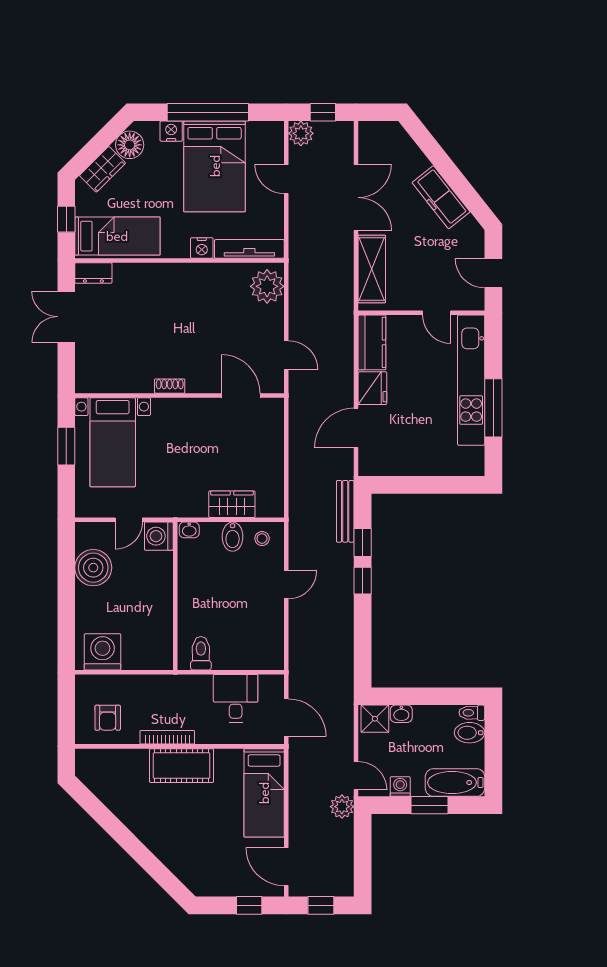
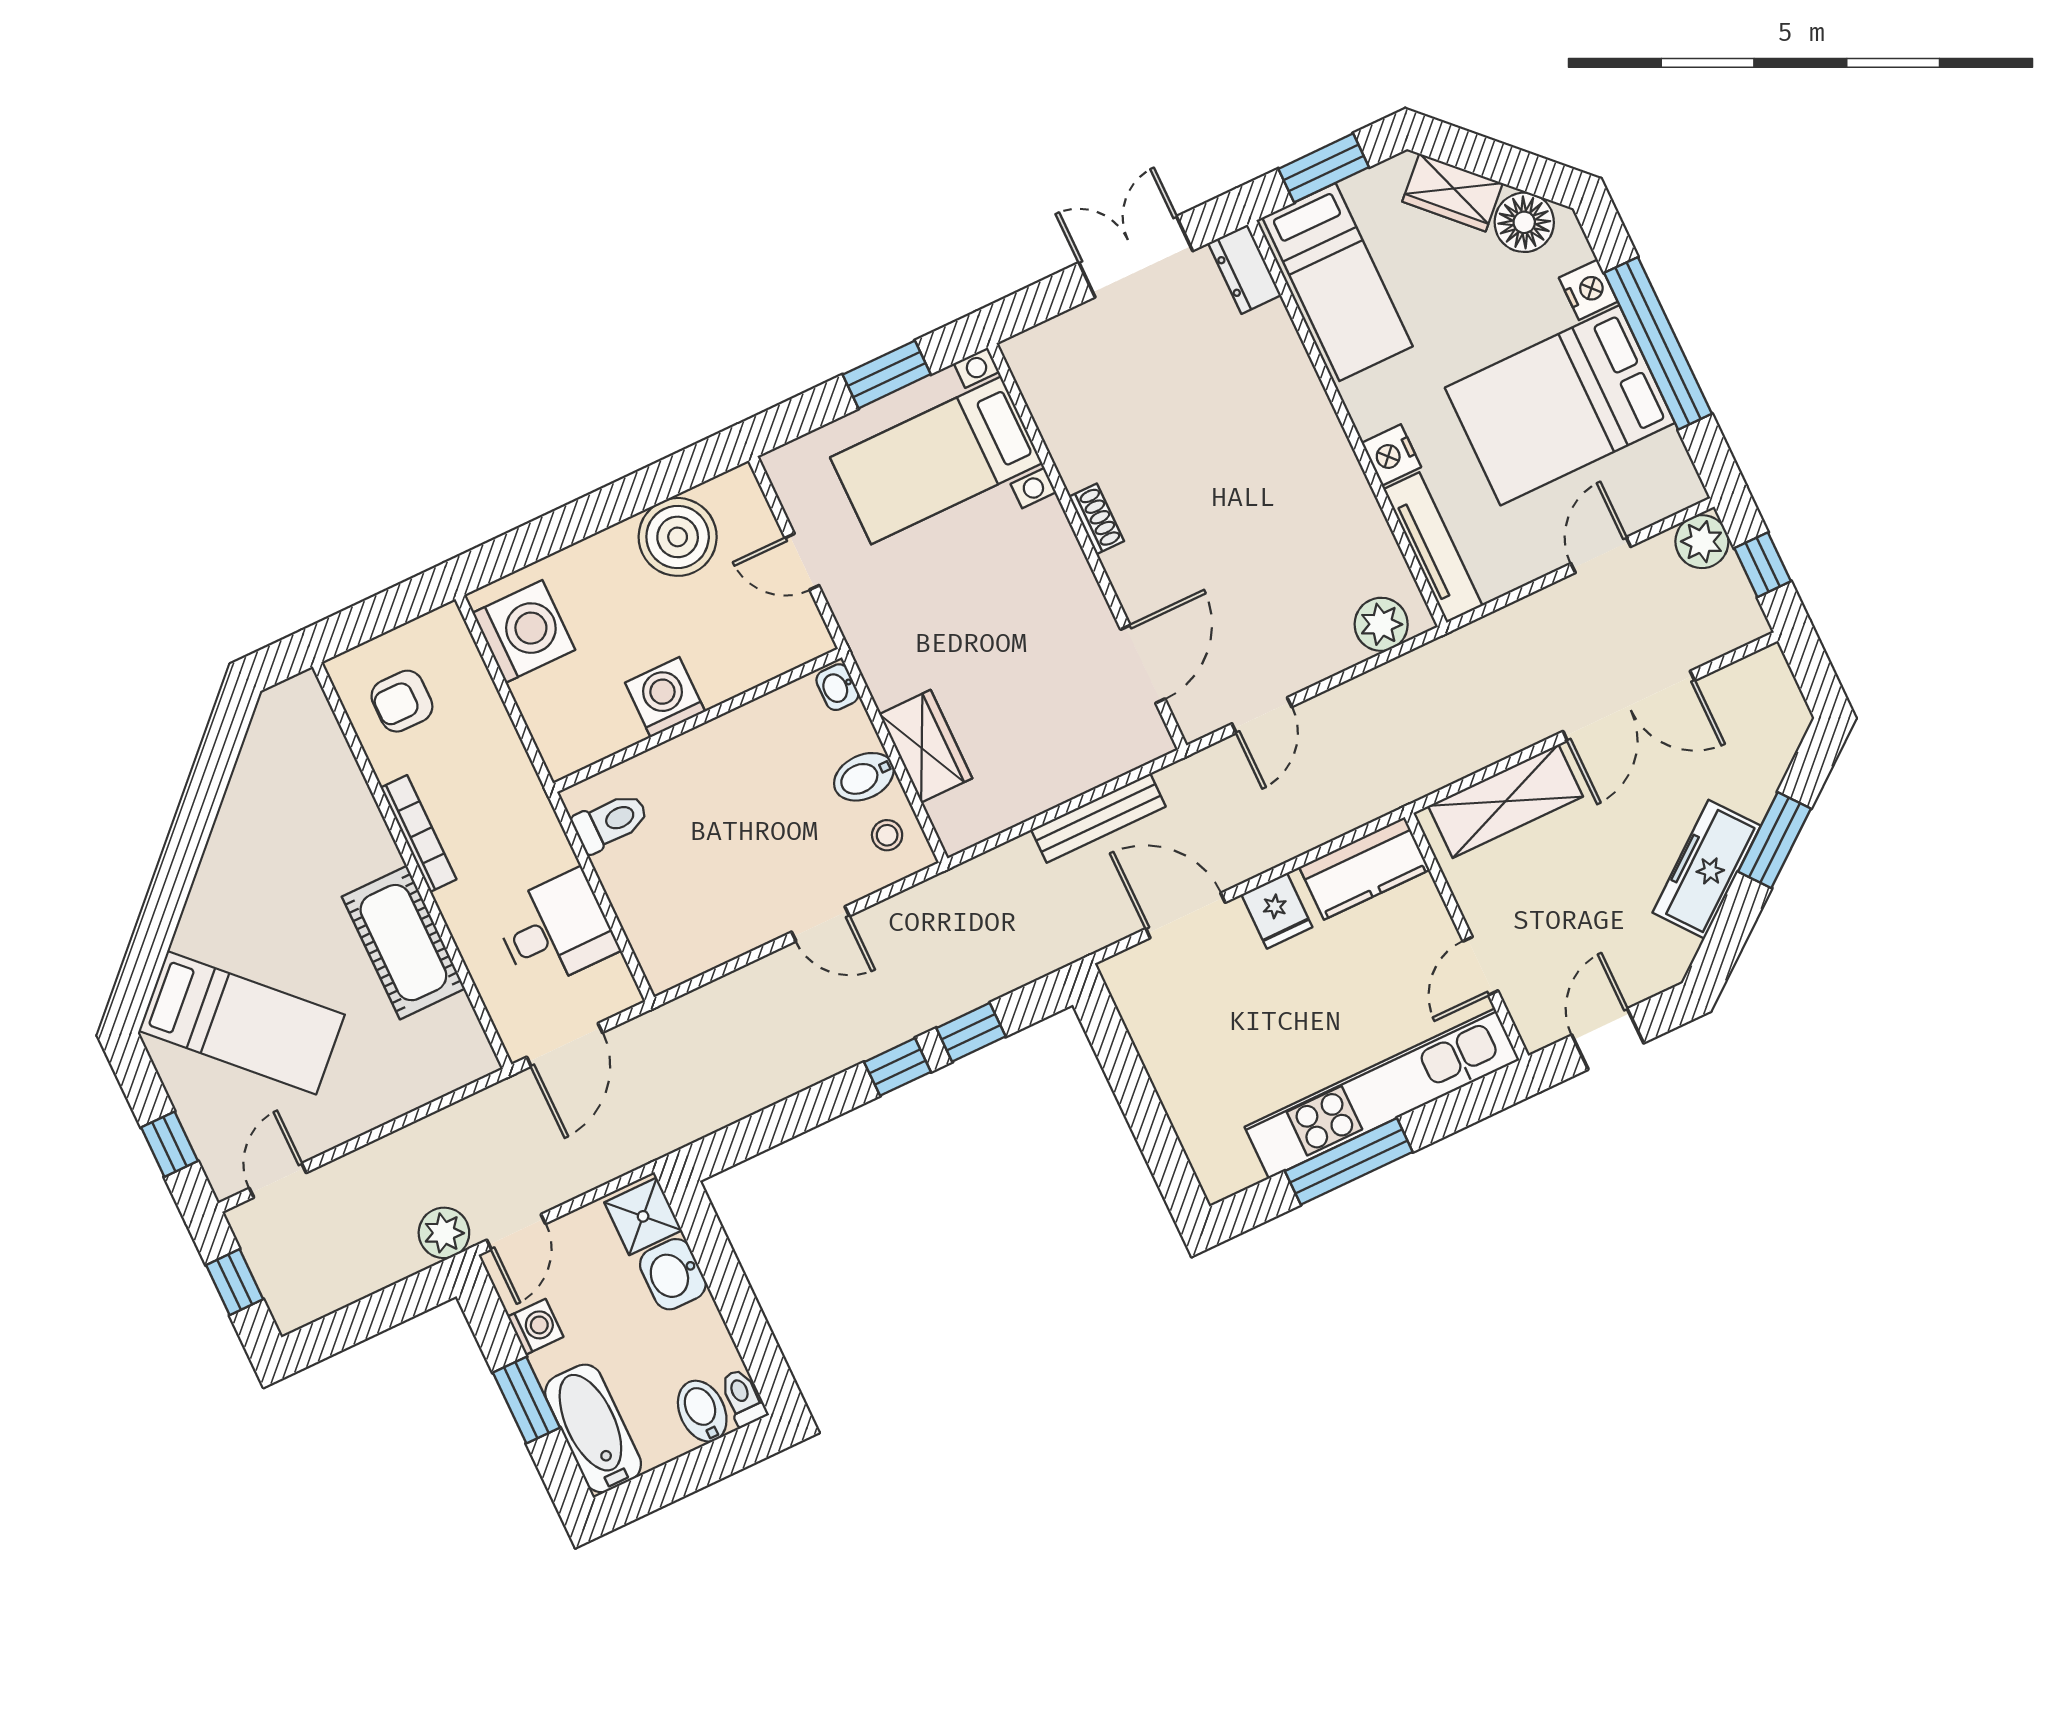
window: (442, 163) -> (1774, 840), added
window: (66, 219) -> (1324, 168), width x1.50
plant: (267, 286) -> (1381, 624), width x0.73, depth x0.73
fridge: (372, 388) -> (1277, 911), width x0.72
bench: (345, 511) -> (1098, 818), moved
washing machine: (159, 536) -> (665, 697), moved
washbasin: (401, 714) -> (673, 1274), width x1.38, depth x1.45
cot: (182, 766) -> (403, 943), moved
bed: (264, 793) -> (242, 1023), moved, turned -135
door: (286, 867) -> (278, 1180), width x0.73

